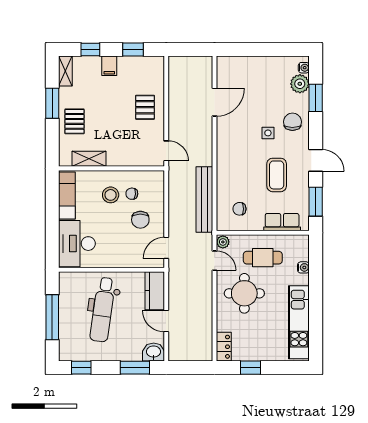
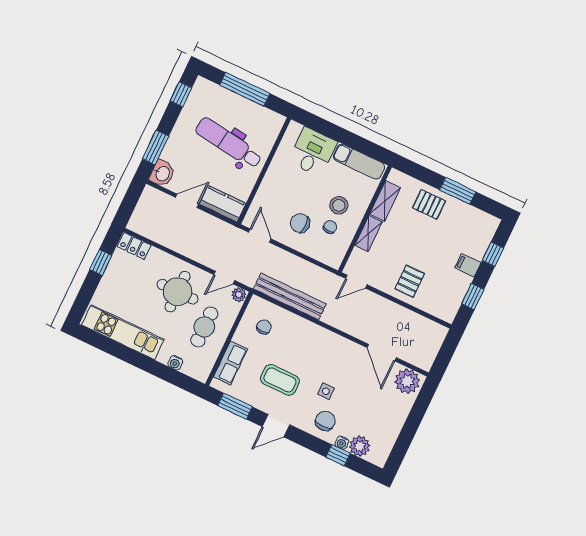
water cooler: (304, 68) -> (342, 443), moved
plant: (228, 70) -> (407, 381), added
shelving: (65, 71) -> (368, 234), moved, turned 90
window: (316, 98) -> (338, 455), width x0.67
pallet: (145, 107) -> (410, 281), turned 90
chair: (292, 122) -> (325, 421), turned -90
desk: (77, 244) -> (313, 152), width x0.73

